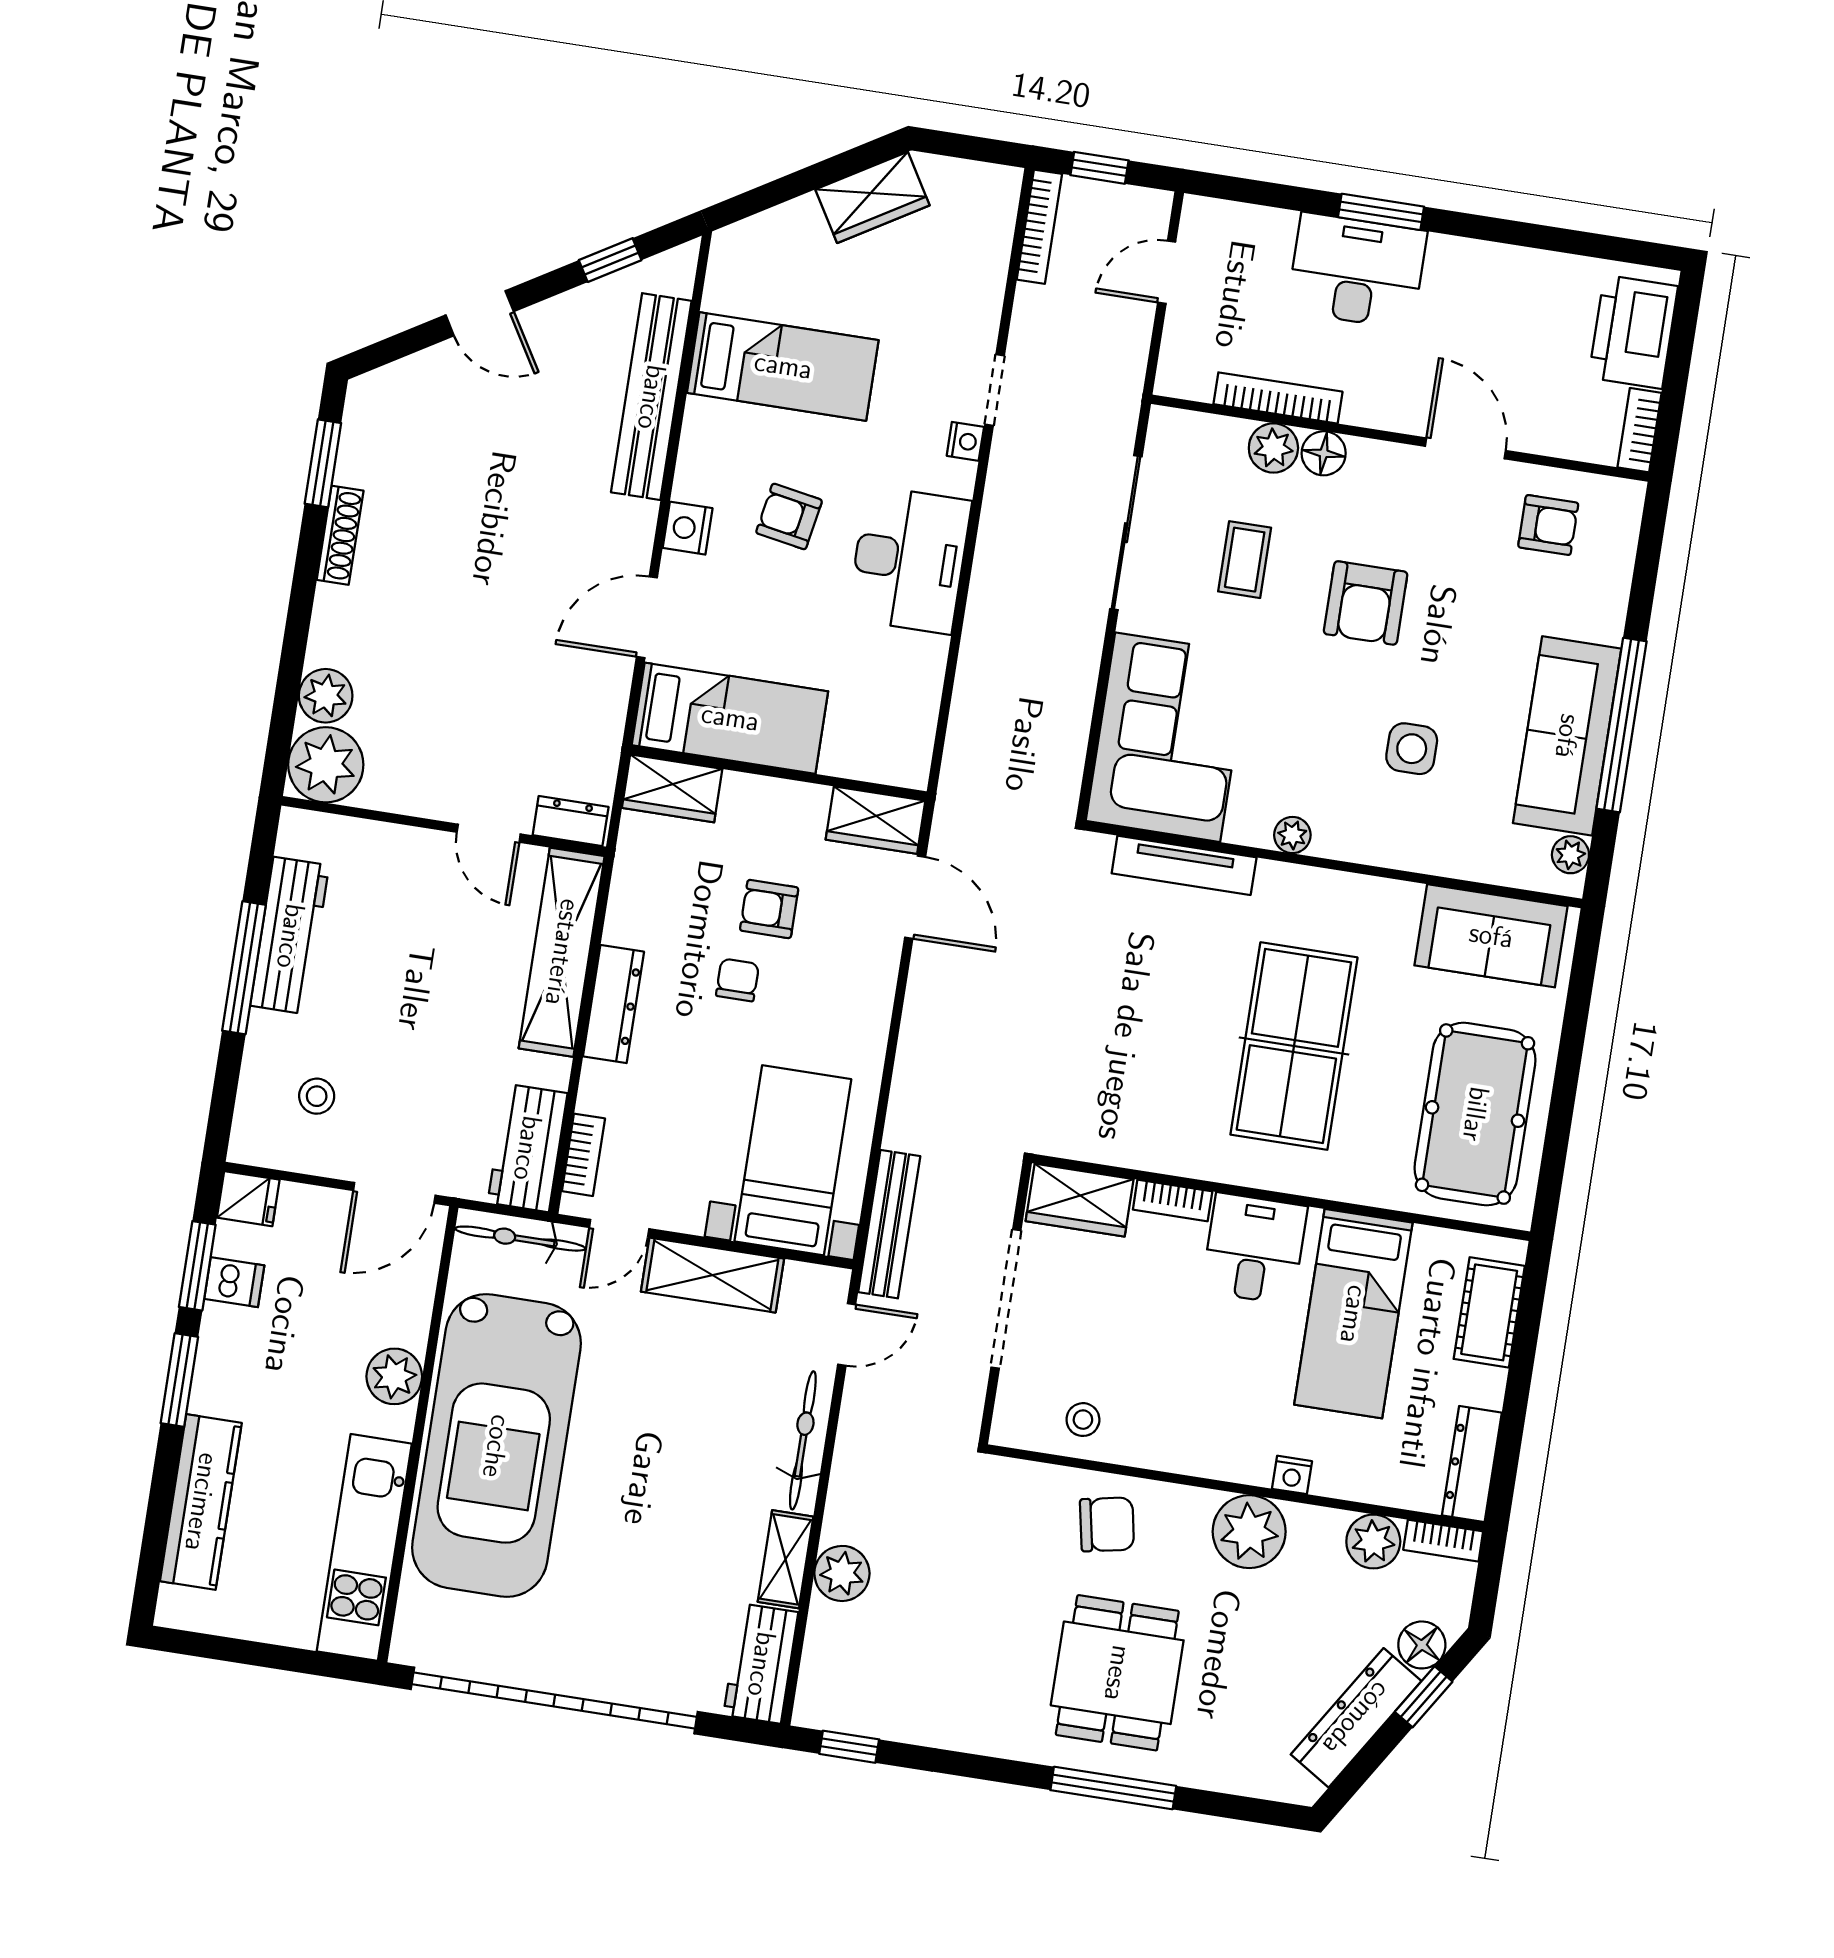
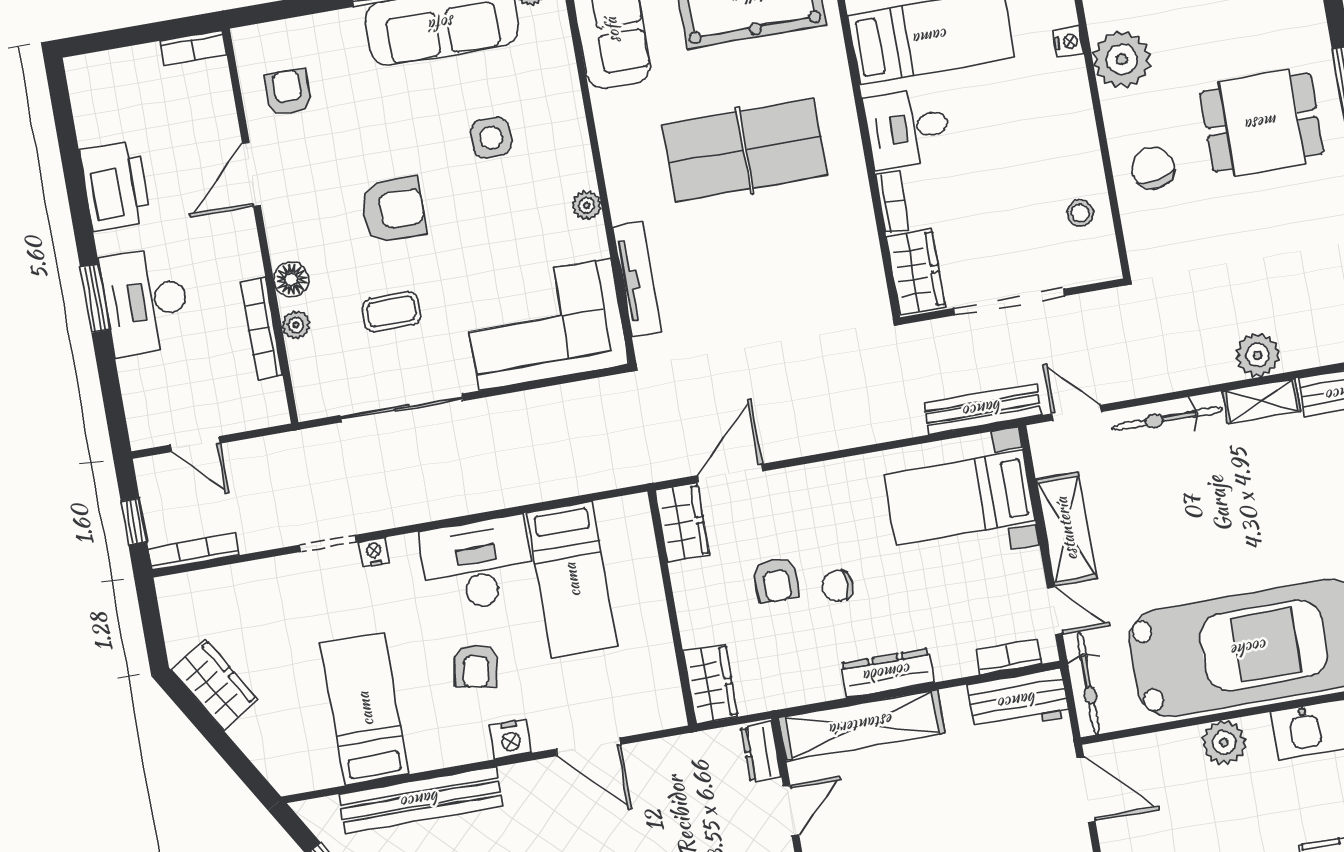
printer: (1633, 332) -> (115, 186), moved, turned -90
plant: (1273, 448) -> (296, 325), width x0.73, depth x0.73
bed: (730, 718) -> (572, 580), moved, turned 180

